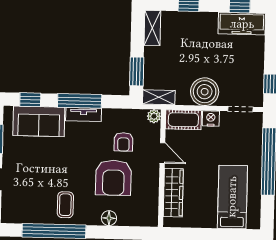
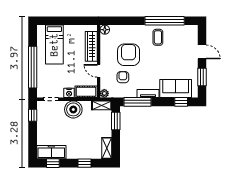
window: (80, 101) -> (138, 102), moved
floor lamp: (109, 218) -> (105, 30), moved

